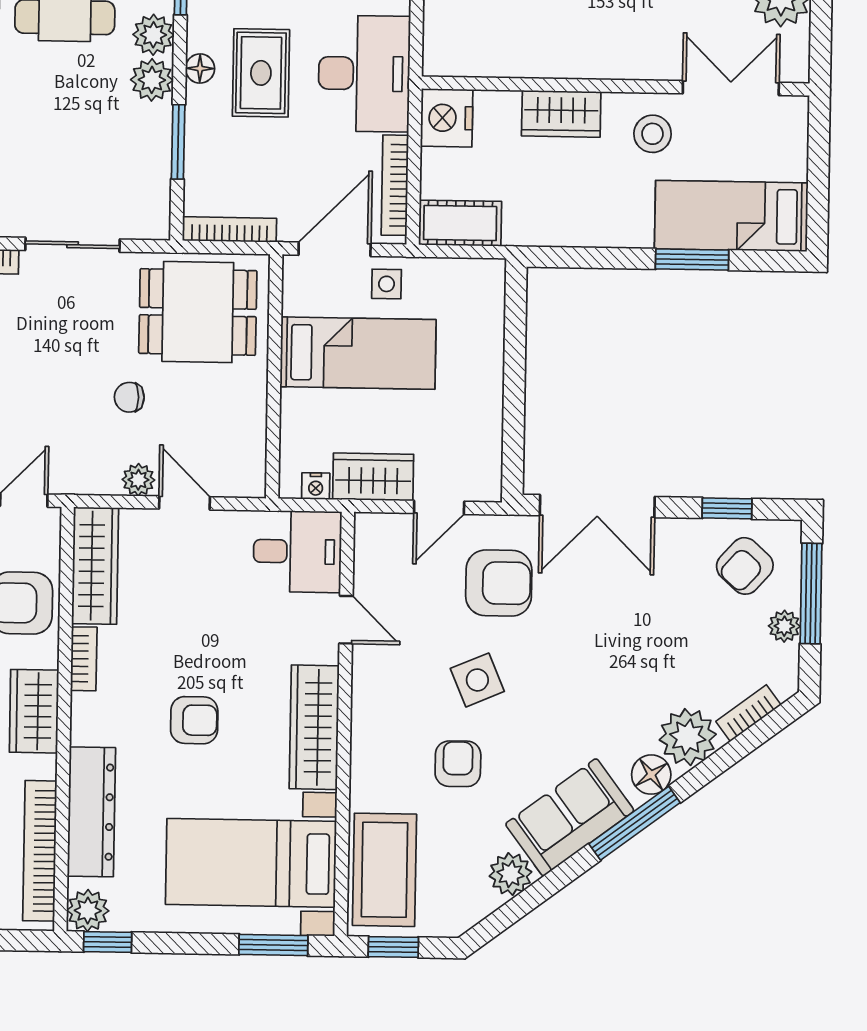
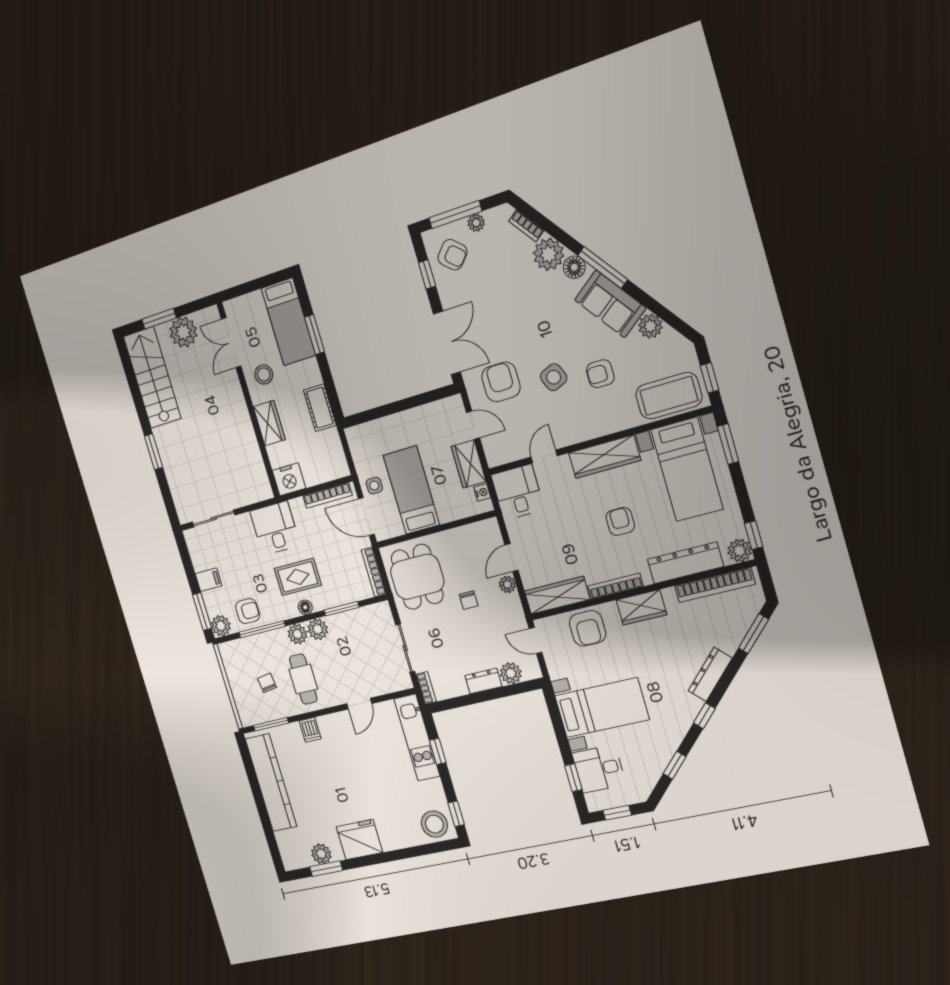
desk: (364, 74) -> (275, 528), width x0.73
cot: (460, 223) -> (320, 408), moved
bookcase: (84, 659) -> (616, 586), width x1.56

